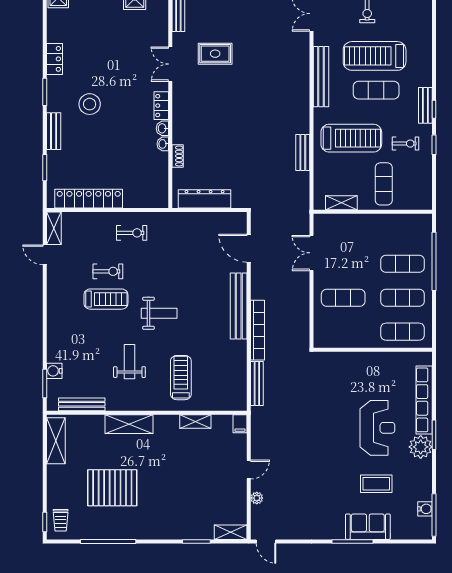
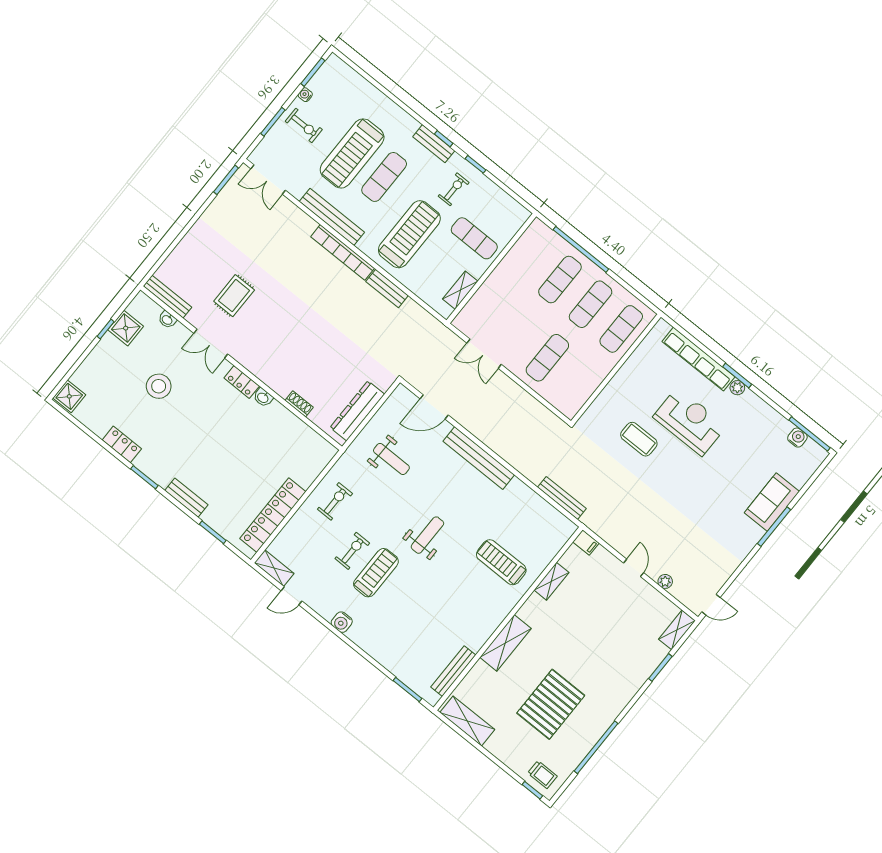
stool: (90, 104) -> (159, 386), moved
washbasin: (163, 144) -> (167, 320), moved
bookcase: (257, 330) -> (343, 252), moved, turned 180
weight bench: (129, 362) -> (391, 459), moved, turned 180
water cooler: (54, 371) -> (342, 622), moved
plant: (421, 447) -> (737, 388), width x0.53, depth x0.53
coffee table: (376, 484) -> (639, 439), moved, turned 90

